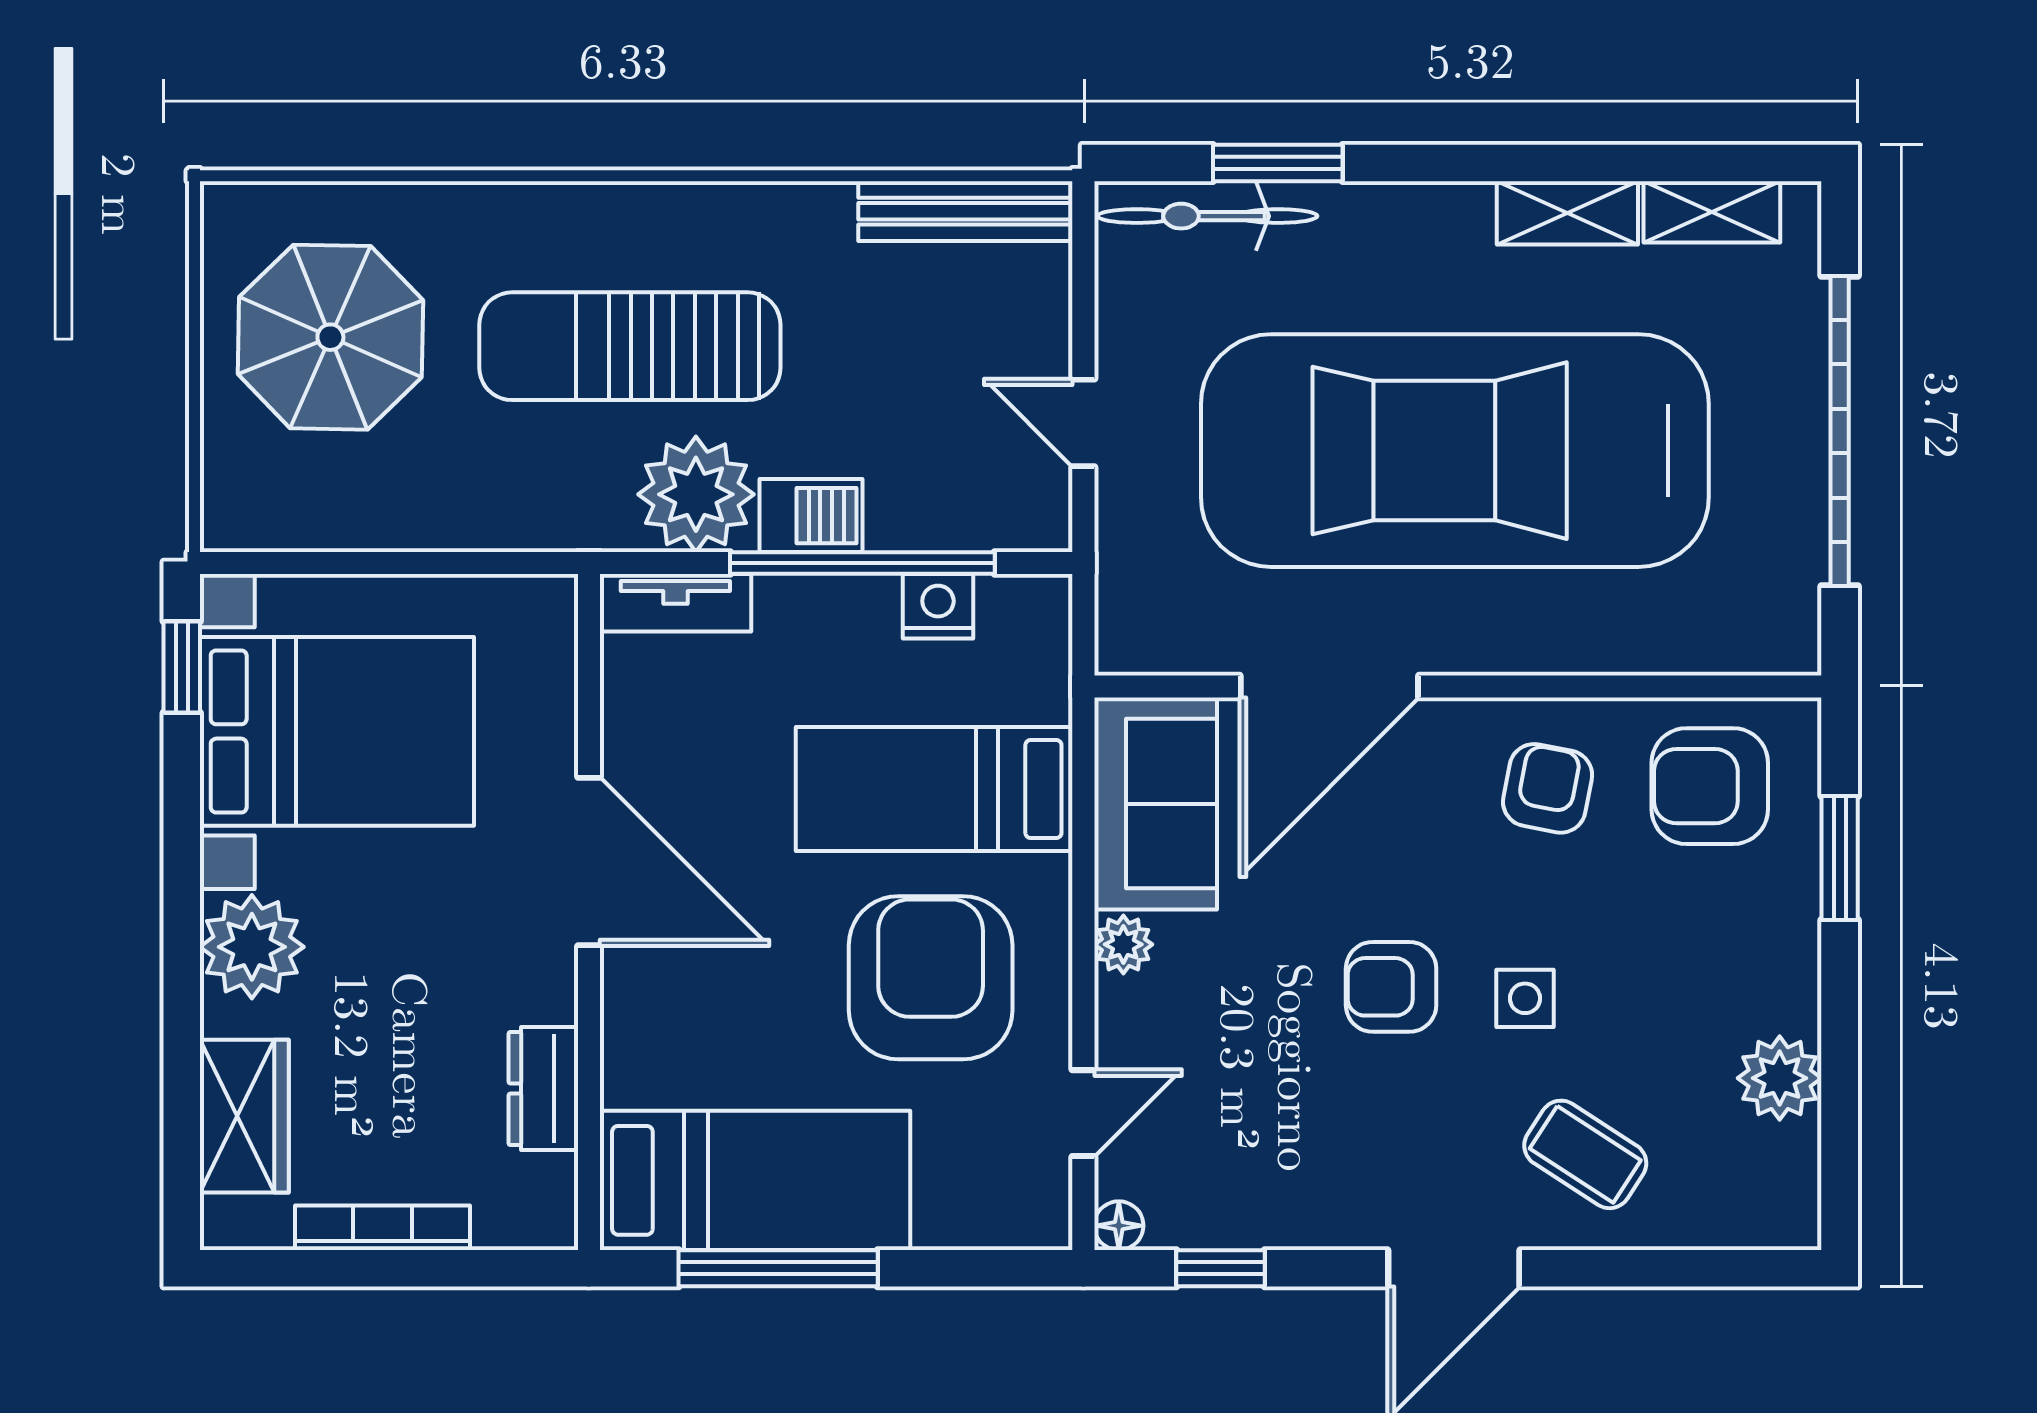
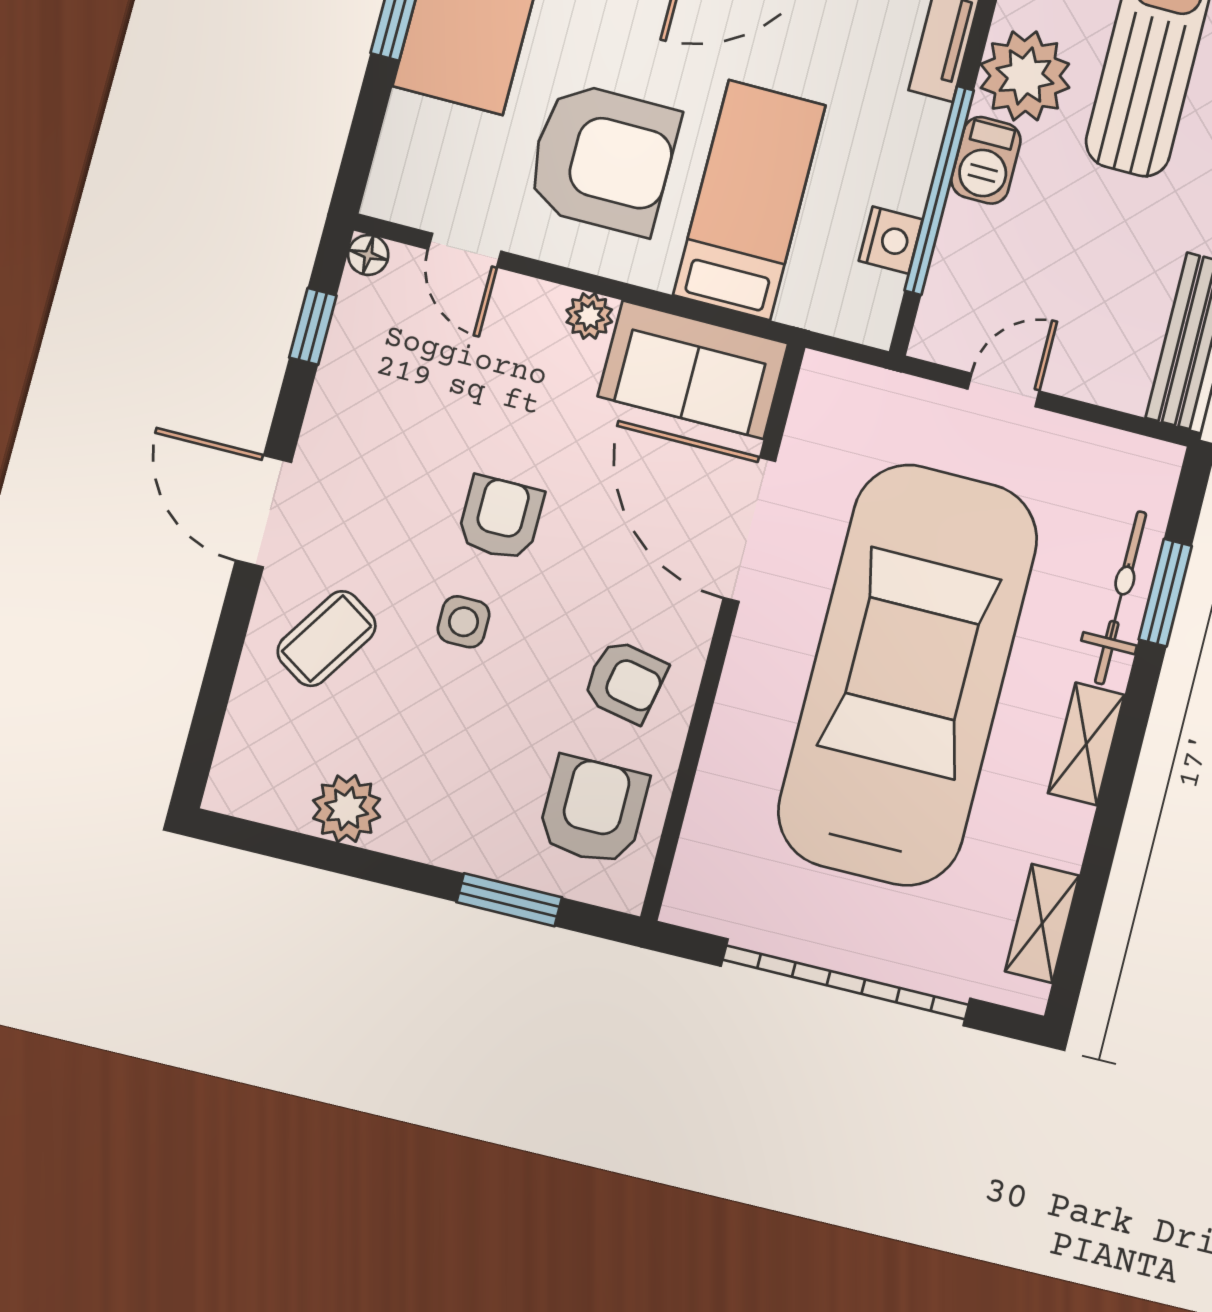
shelving: (1567, 213) -> (1086, 744), moved
bicycle: (1207, 216) -> (1121, 598), moved

